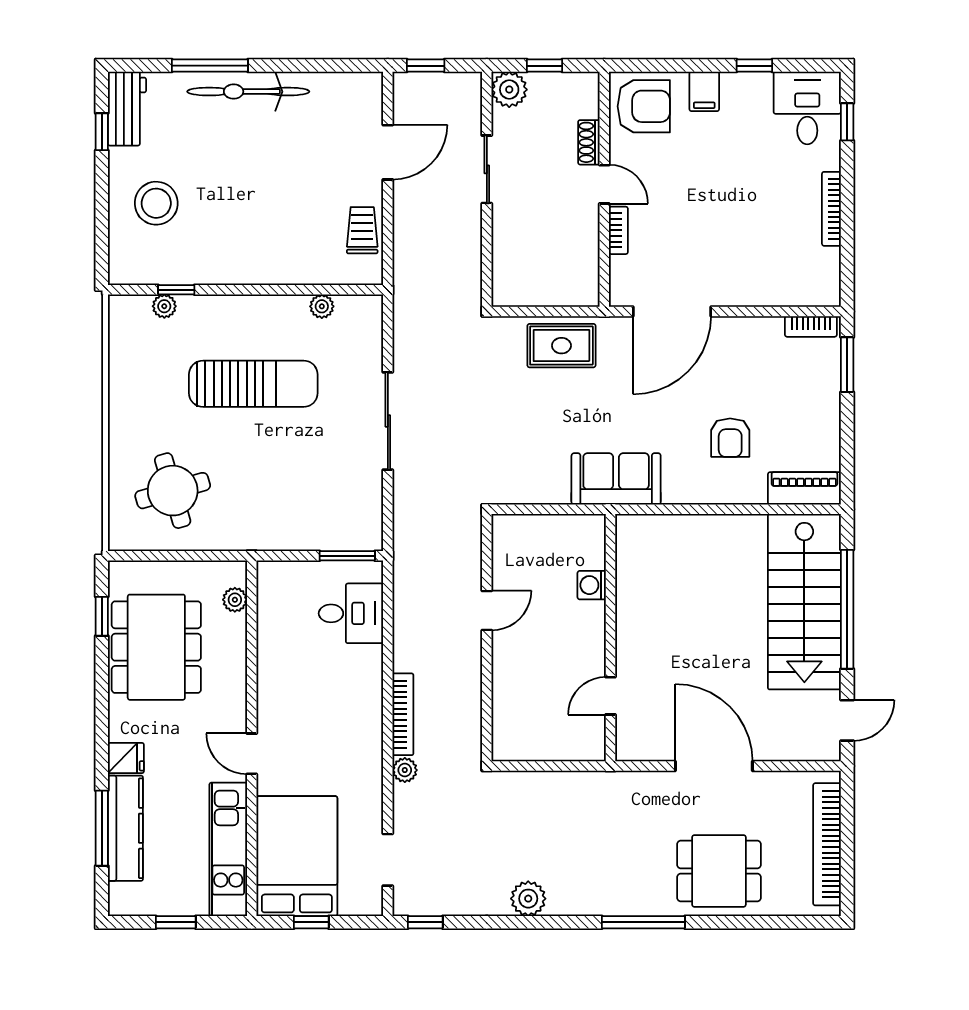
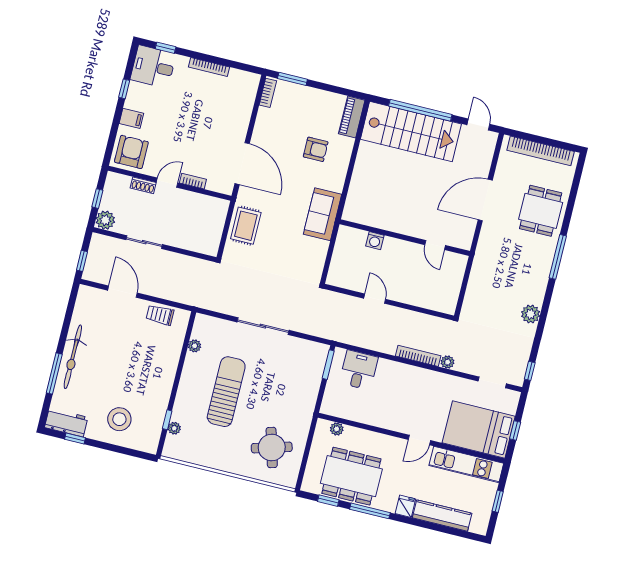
window: (102, 828) -> (370, 511), moved

